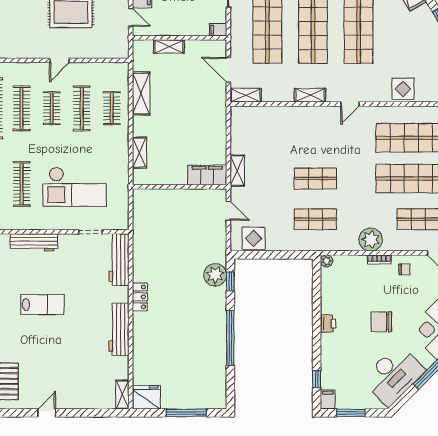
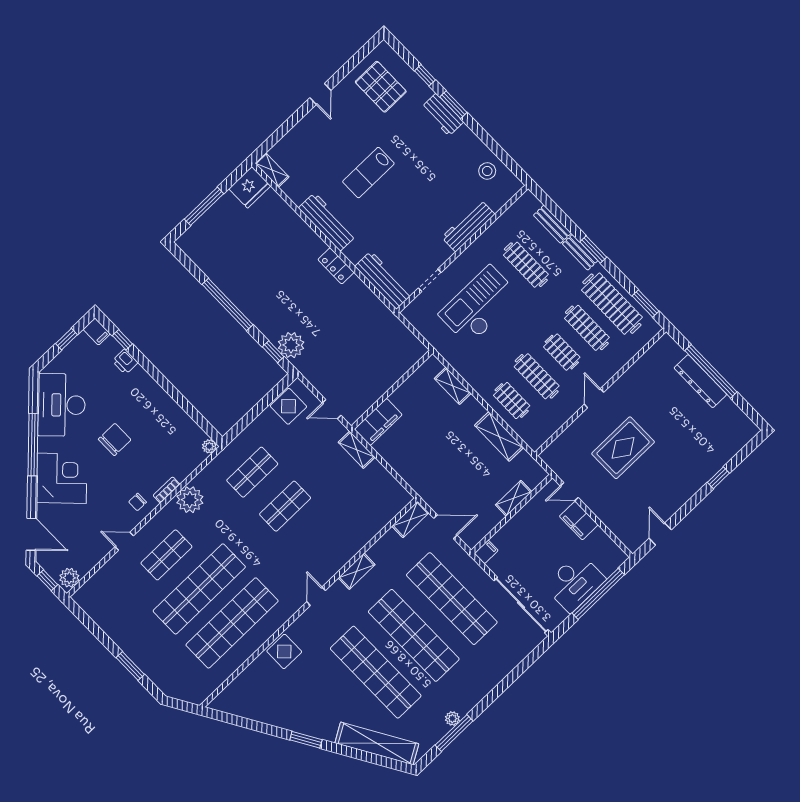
lab bench: (42, 304) -> (368, 173), moved
printer: (328, 324) -> (125, 362), moved
window: (351, 413) -> (67, 339), width x0.67

